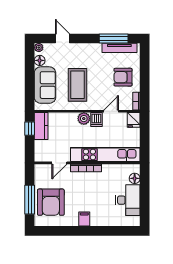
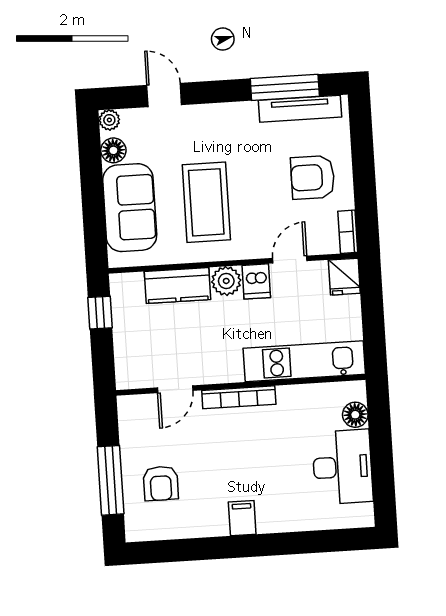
kitchen counter: (41, 126) -> (177, 286), moved, turned 90
kitchen unit: (105, 155) -> (304, 361), width x0.73
armchair: (51, 202) -> (161, 483), width x0.53, depth x0.53

